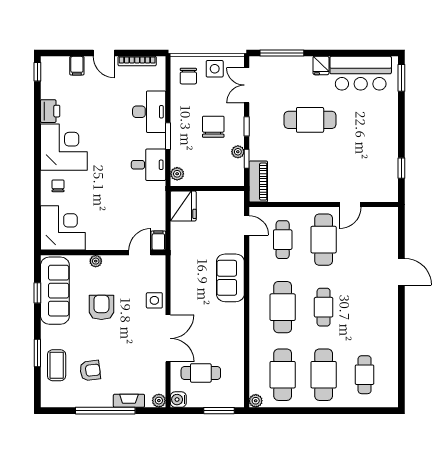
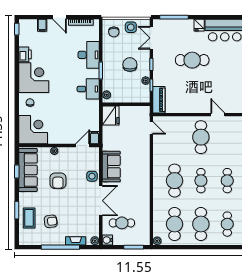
door: (350, 205) -> (218, 115), swing flipped
cafe table: (283, 240) -> (227, 181), moved
sofa: (230, 278) -> (111, 167), moved, turned 180
armchair: (101, 307) -> (58, 181), turned 180

